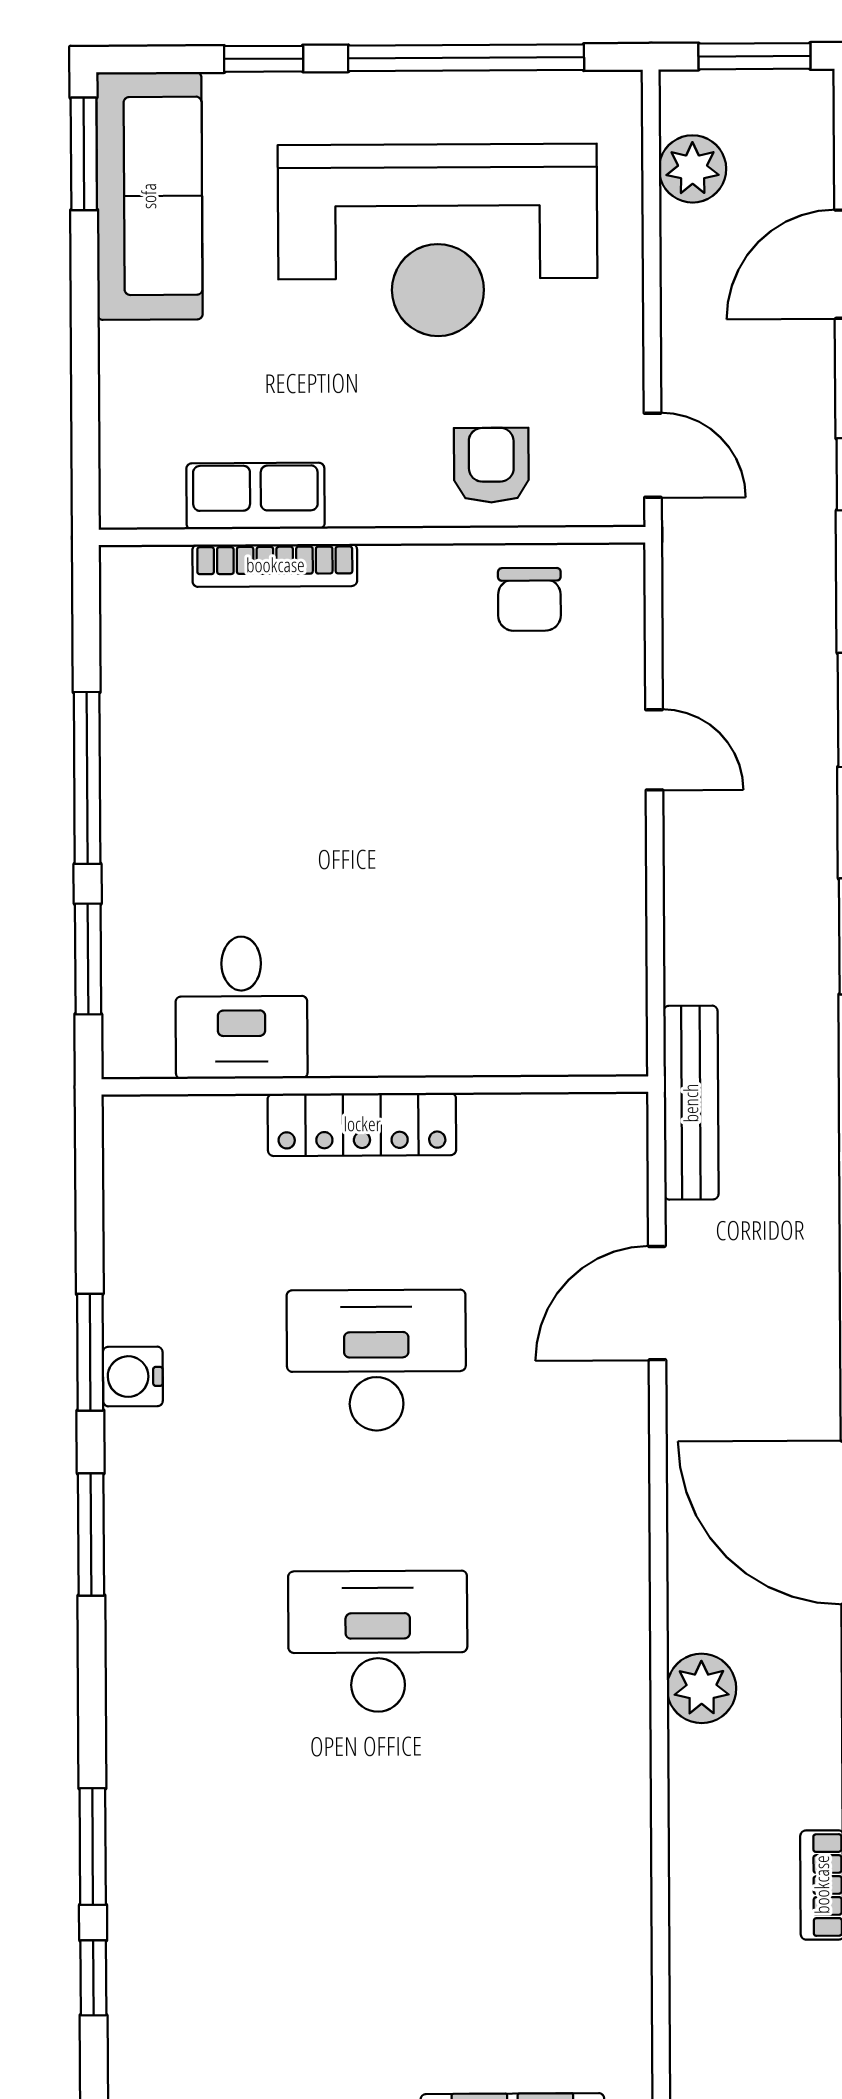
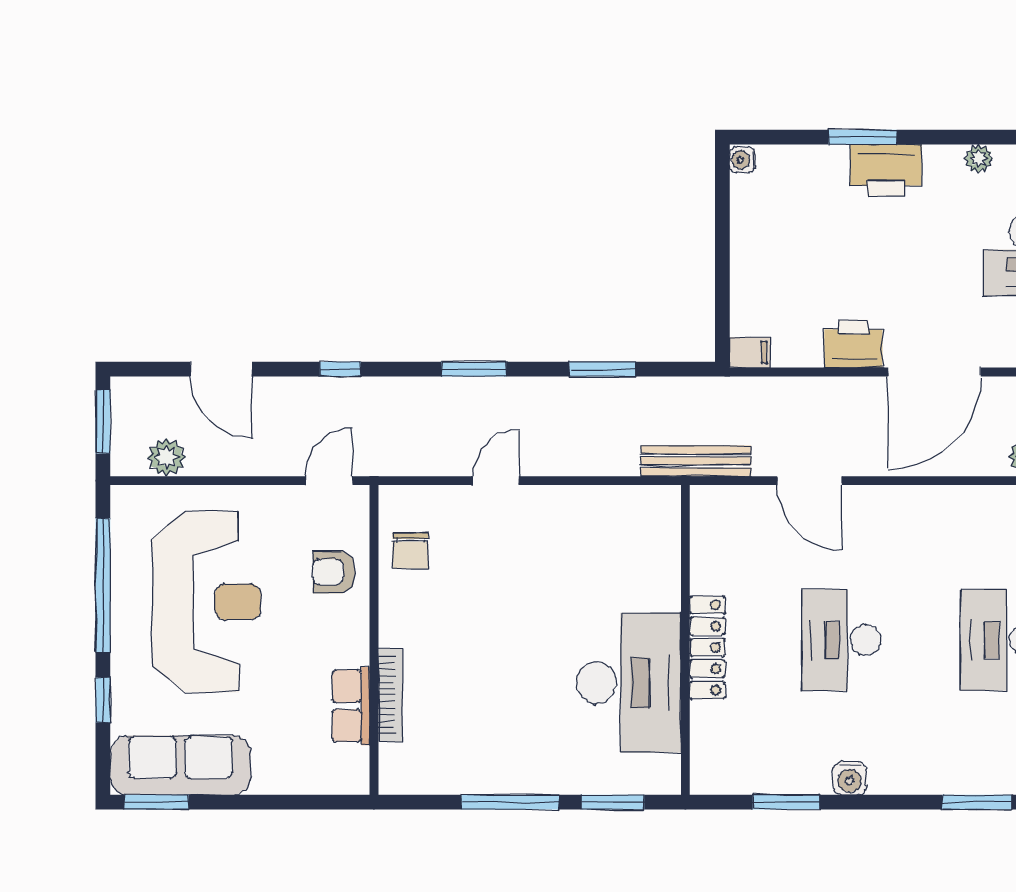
chair: (529, 599) -> (410, 551), turned 90
desk: (241, 1008) -> (629, 683), width x1.87, depth x1.30
window: (90, 1352) -> (786, 802), moved
window: (91, 1534) -> (977, 802), moved

